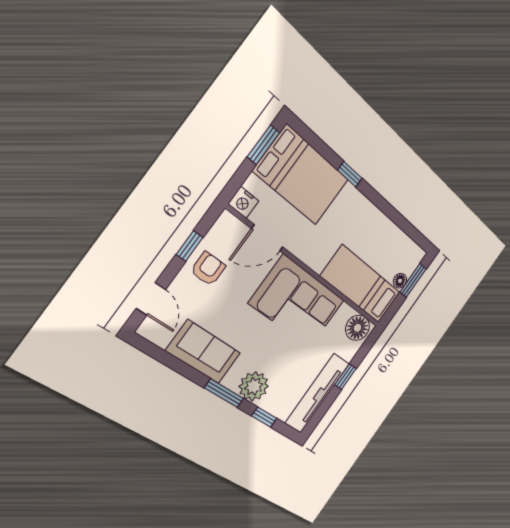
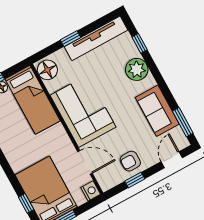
window: (350, 174) -> (26, 203), moved
window: (224, 393) -> (183, 122), moved

